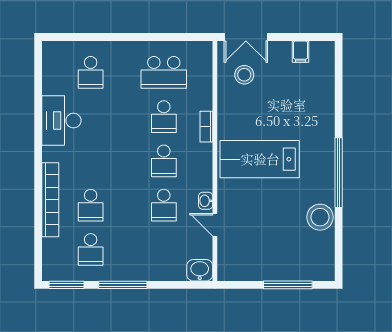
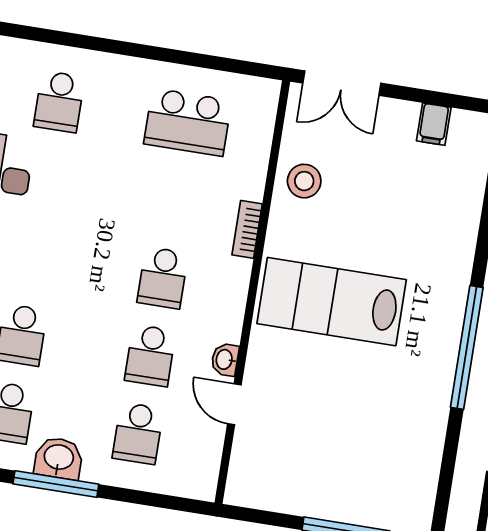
stool: (244, 75) -> (304, 181), moved
school desk: (164, 117) -> (138, 433), moved
stool: (320, 217) -> (421, 421), removed
washbasin: (200, 270) -> (59, 458), moved

